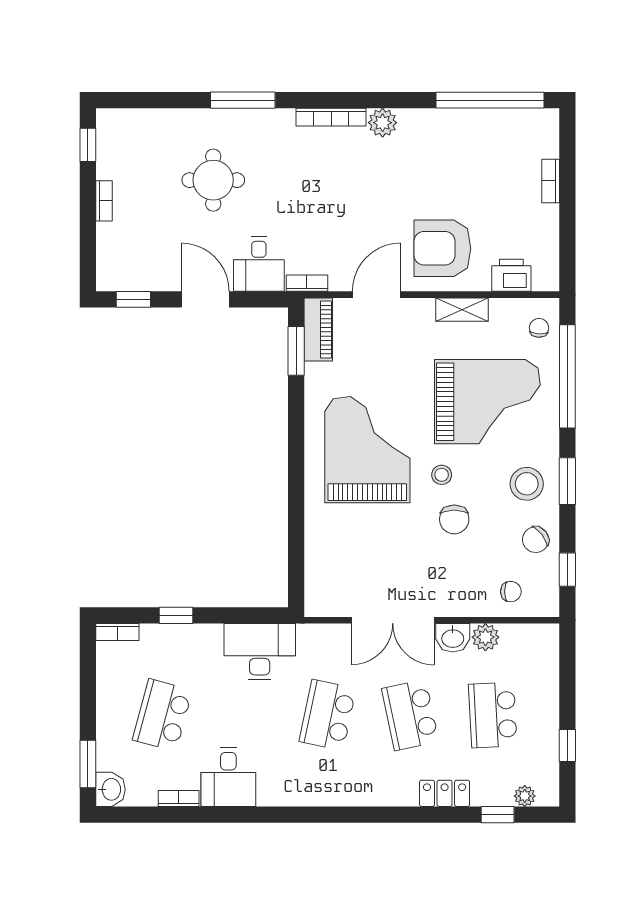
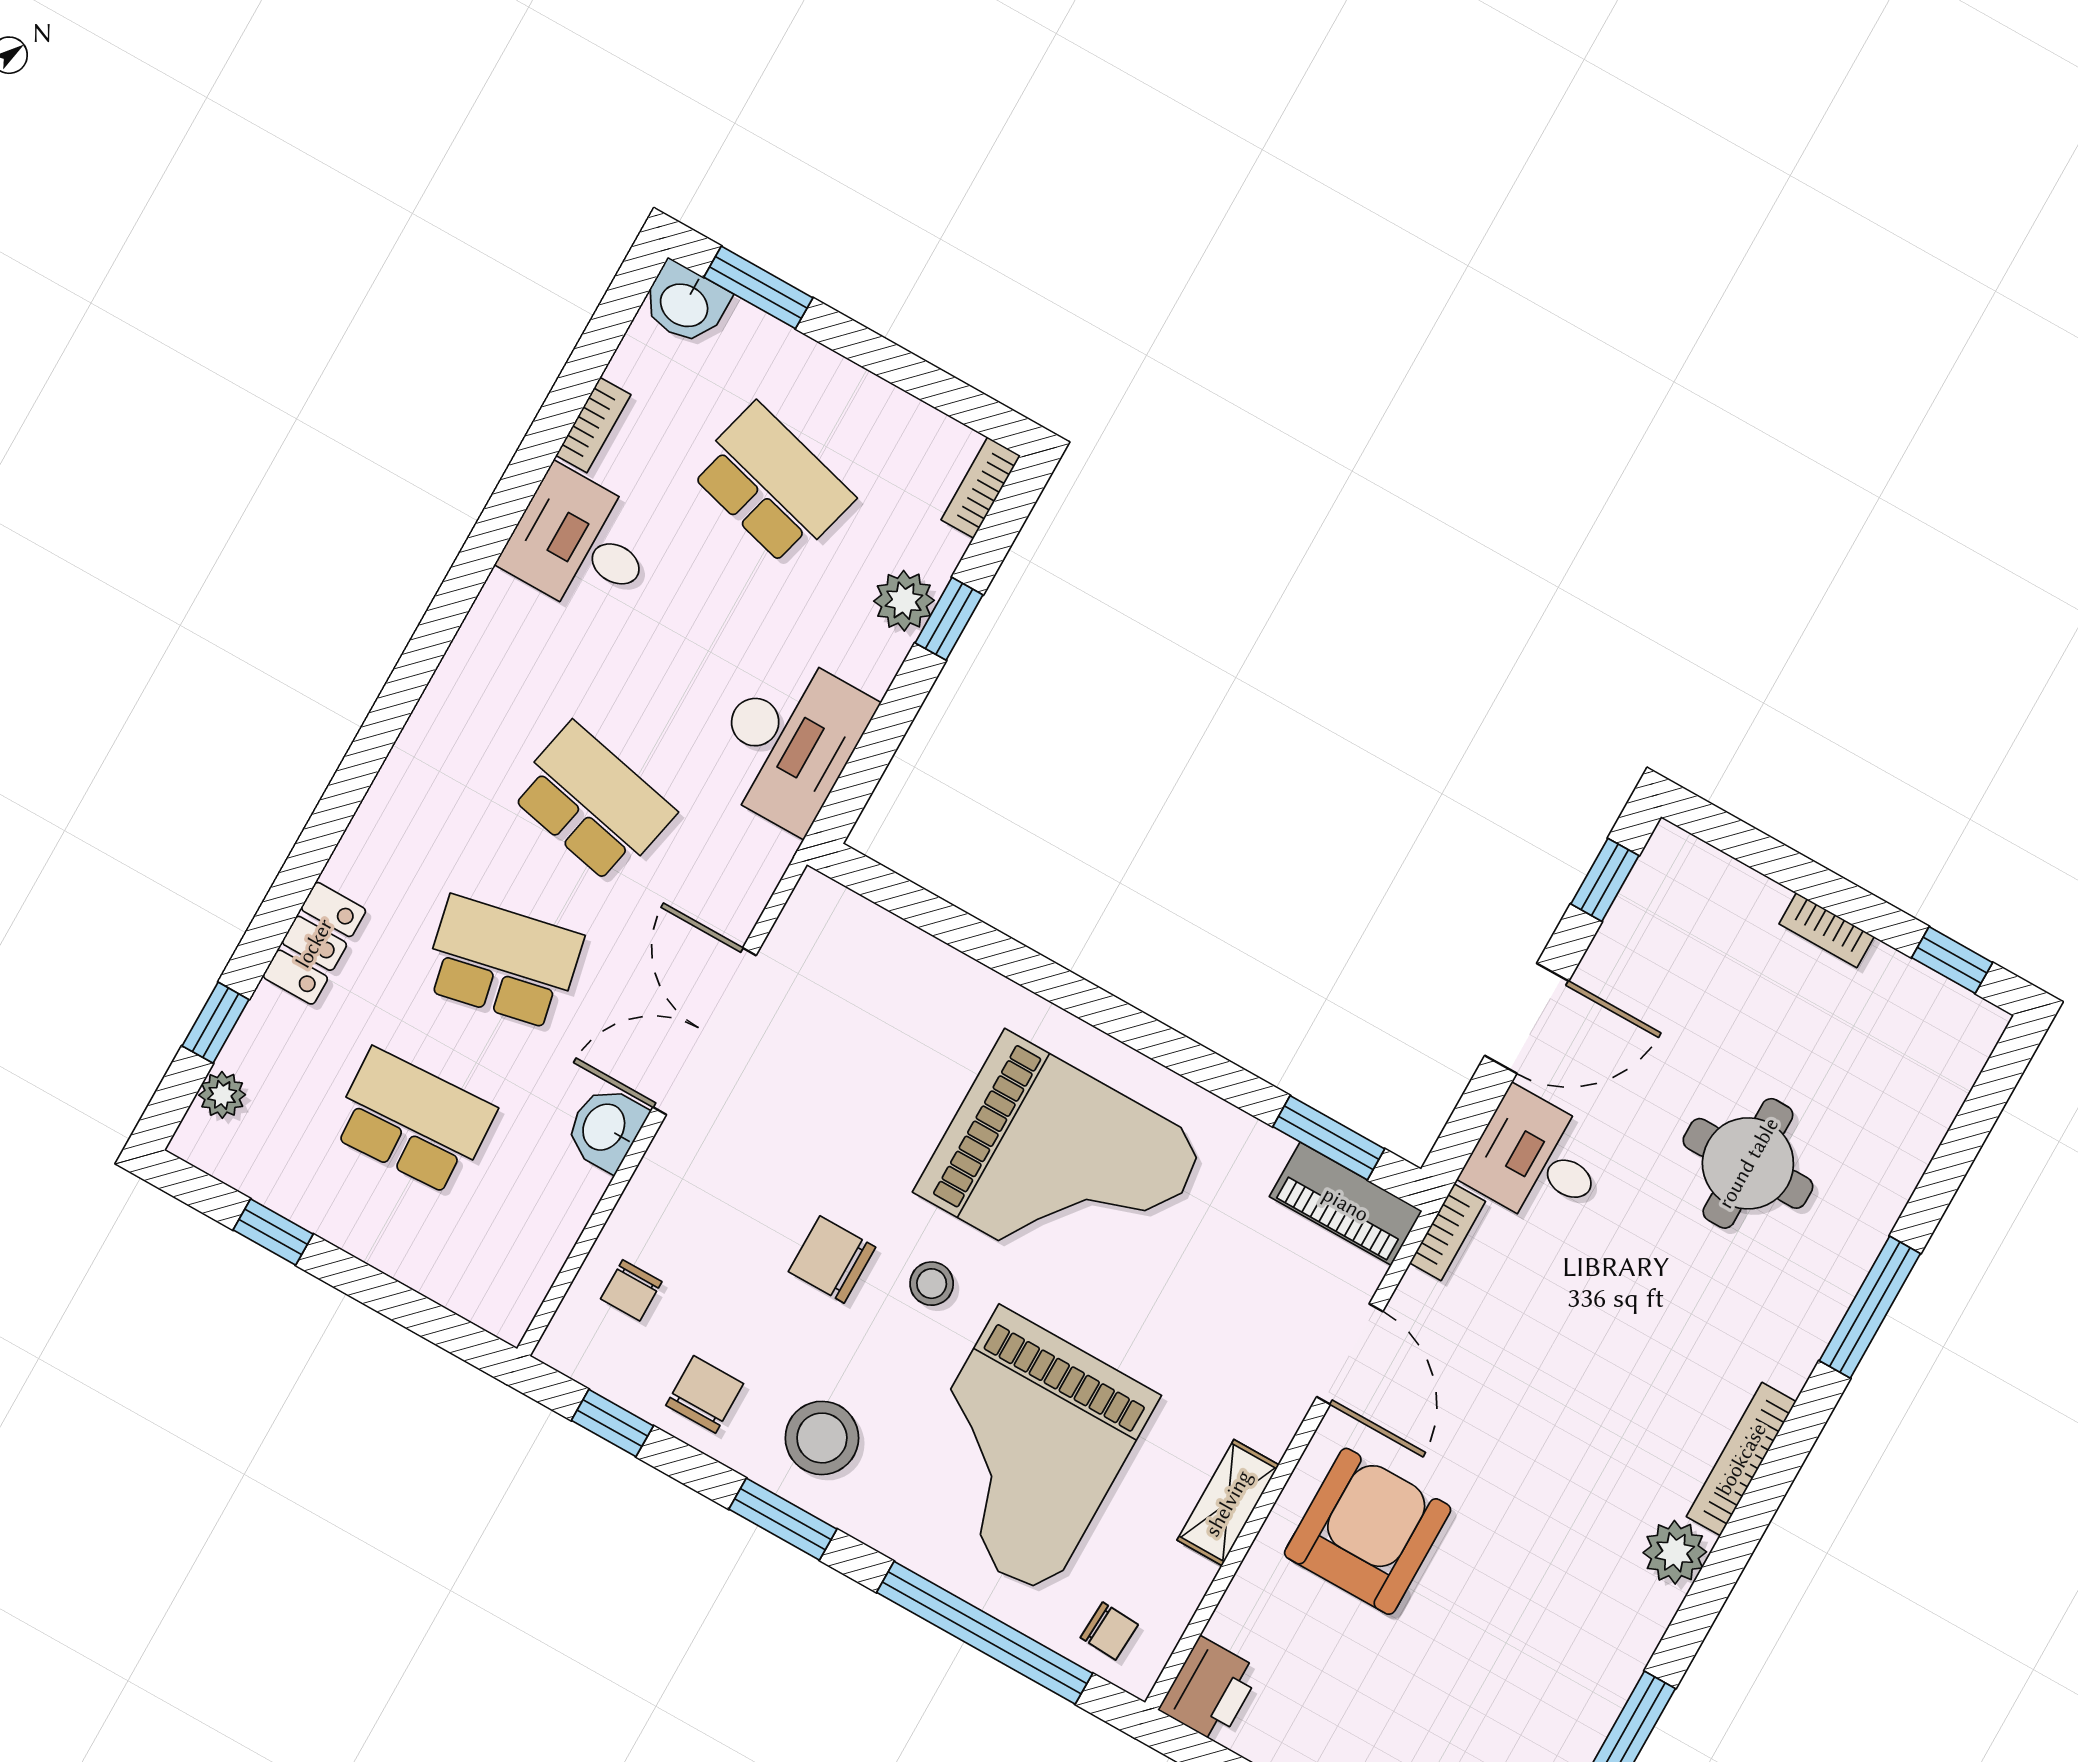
printer: (511, 275) -> (1210, 1690), moved
chair: (536, 540) -> (705, 1394), turned 38
plant: (485, 637) -> (904, 601), moved

